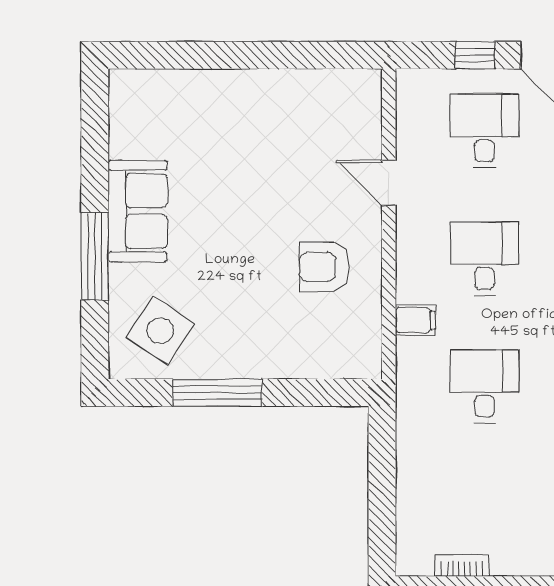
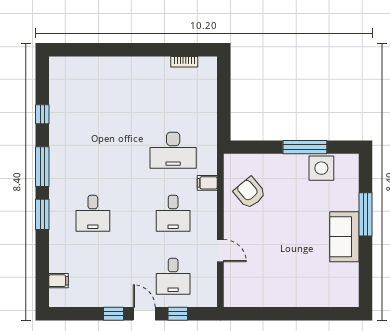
armchair: (324, 267) -> (250, 193), moved, turned -130
side table: (160, 331) -> (321, 168), moved, turned -33
desk: (484, 386) -> (173, 150), width x1.37

